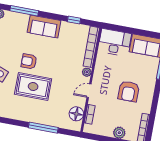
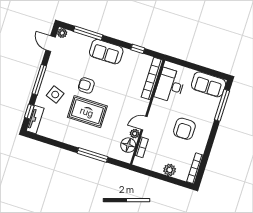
desk: (115, 42) -> (170, 85), moved, turned -90
plant: (87, 72) -> (135, 134), moved

